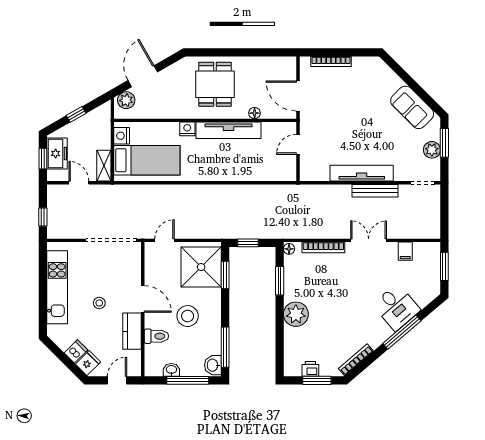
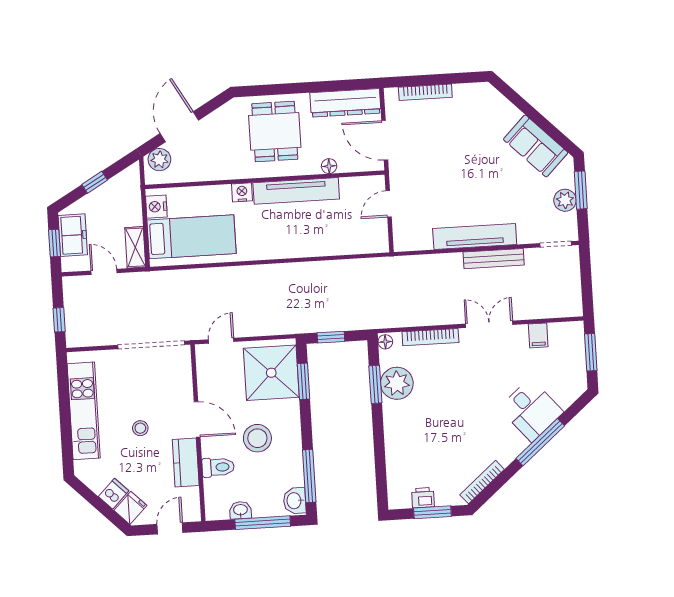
dresser: (270, 66) -> (345, 103), added
plant: (296, 314) -> (397, 383), moved

